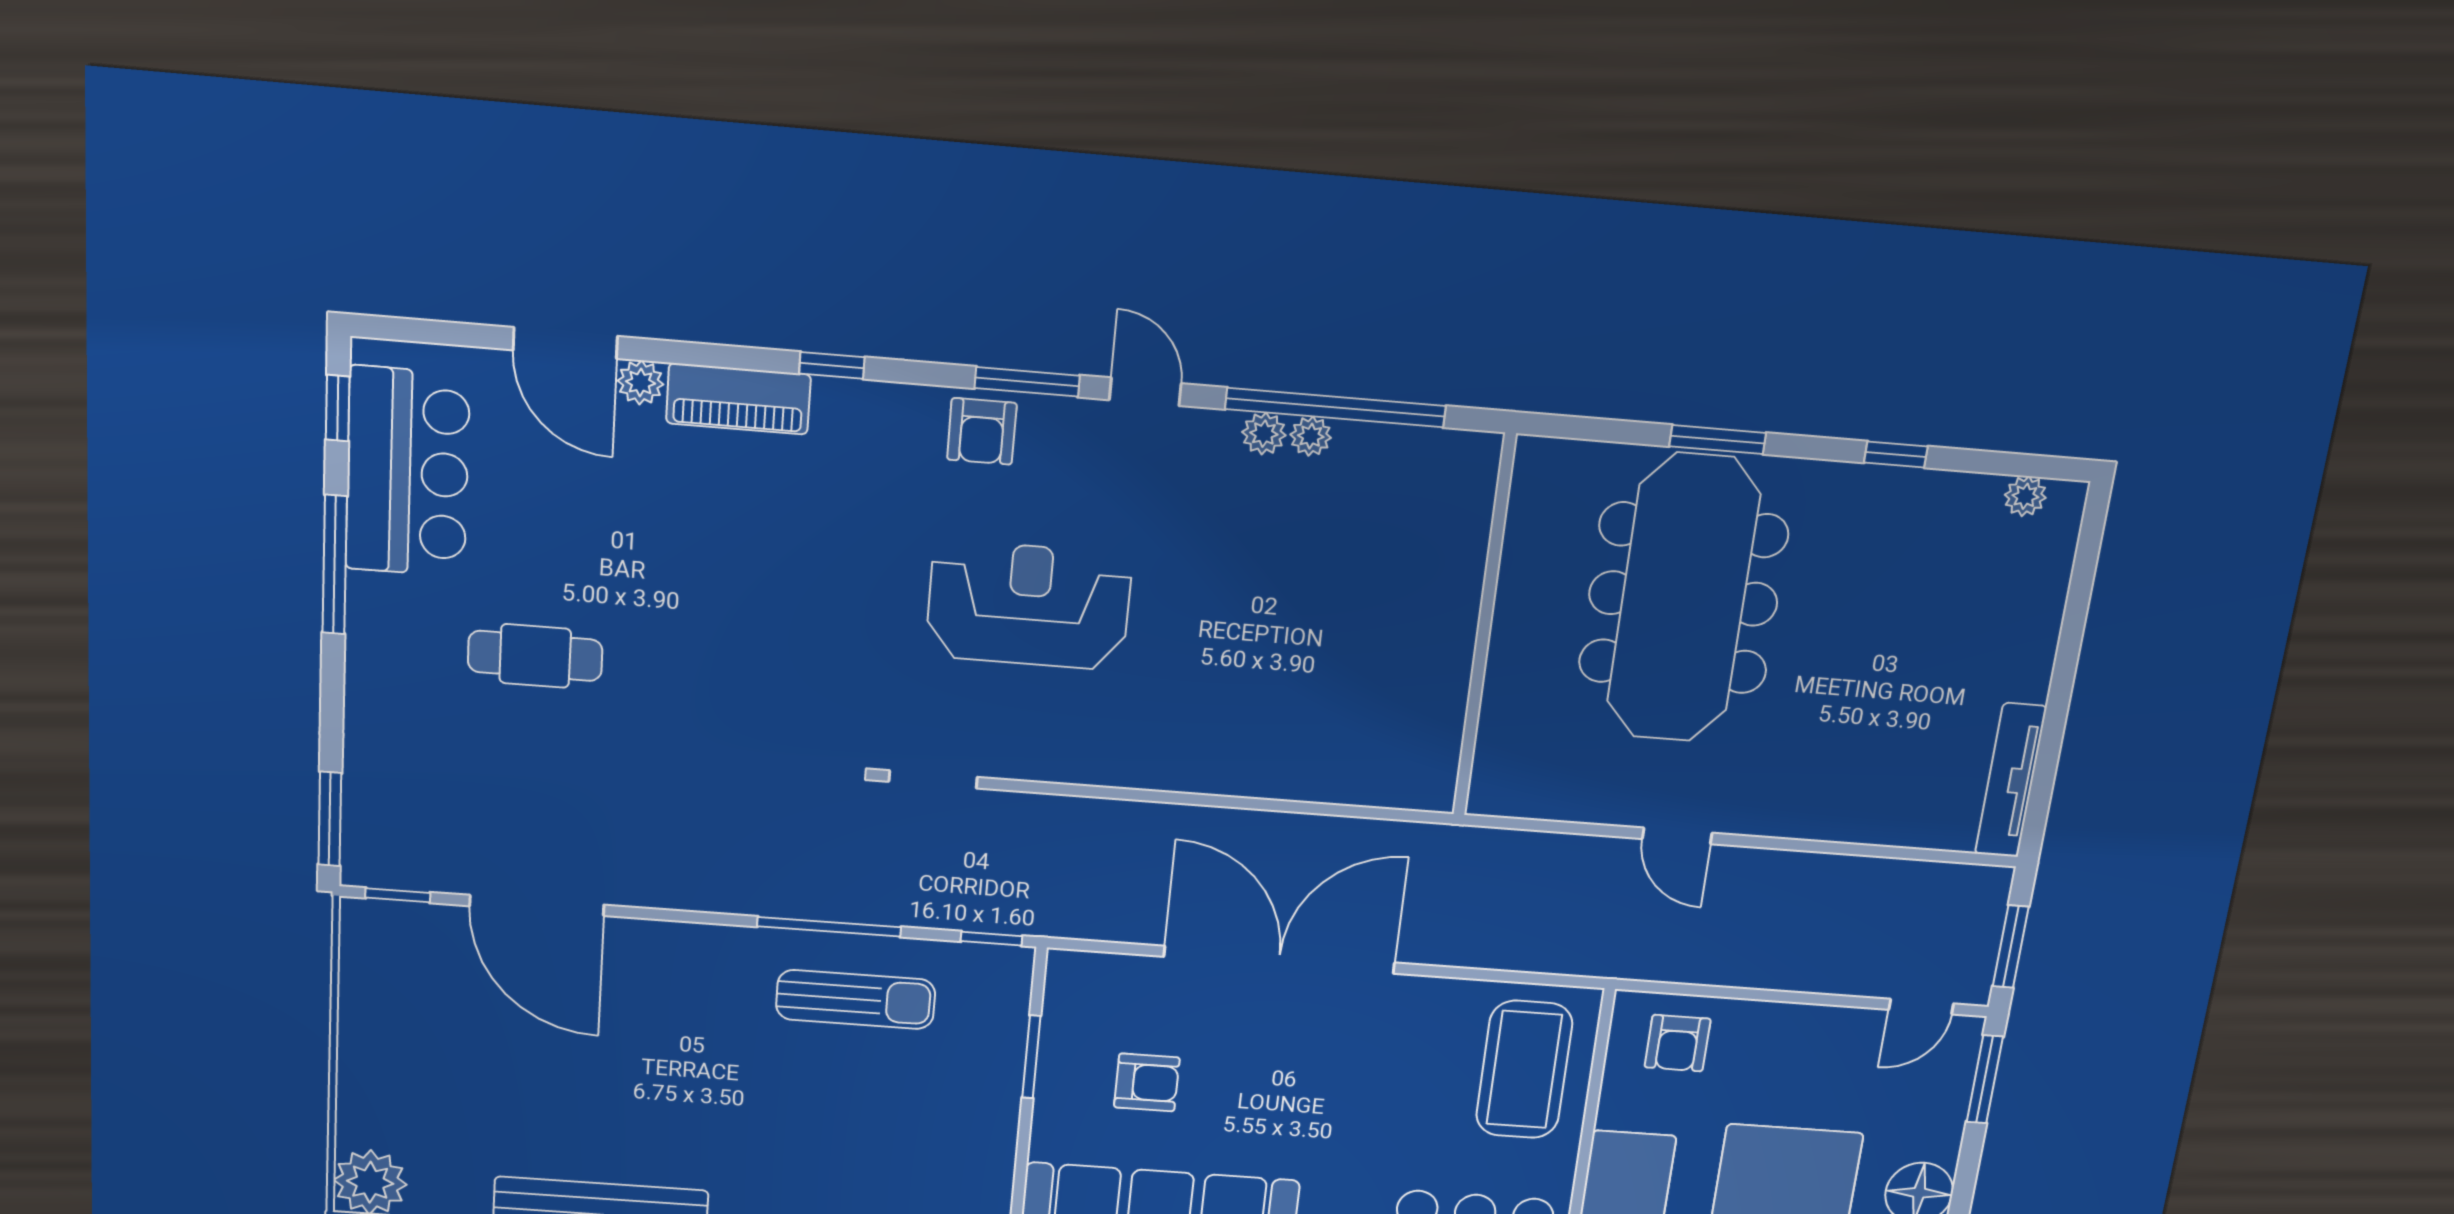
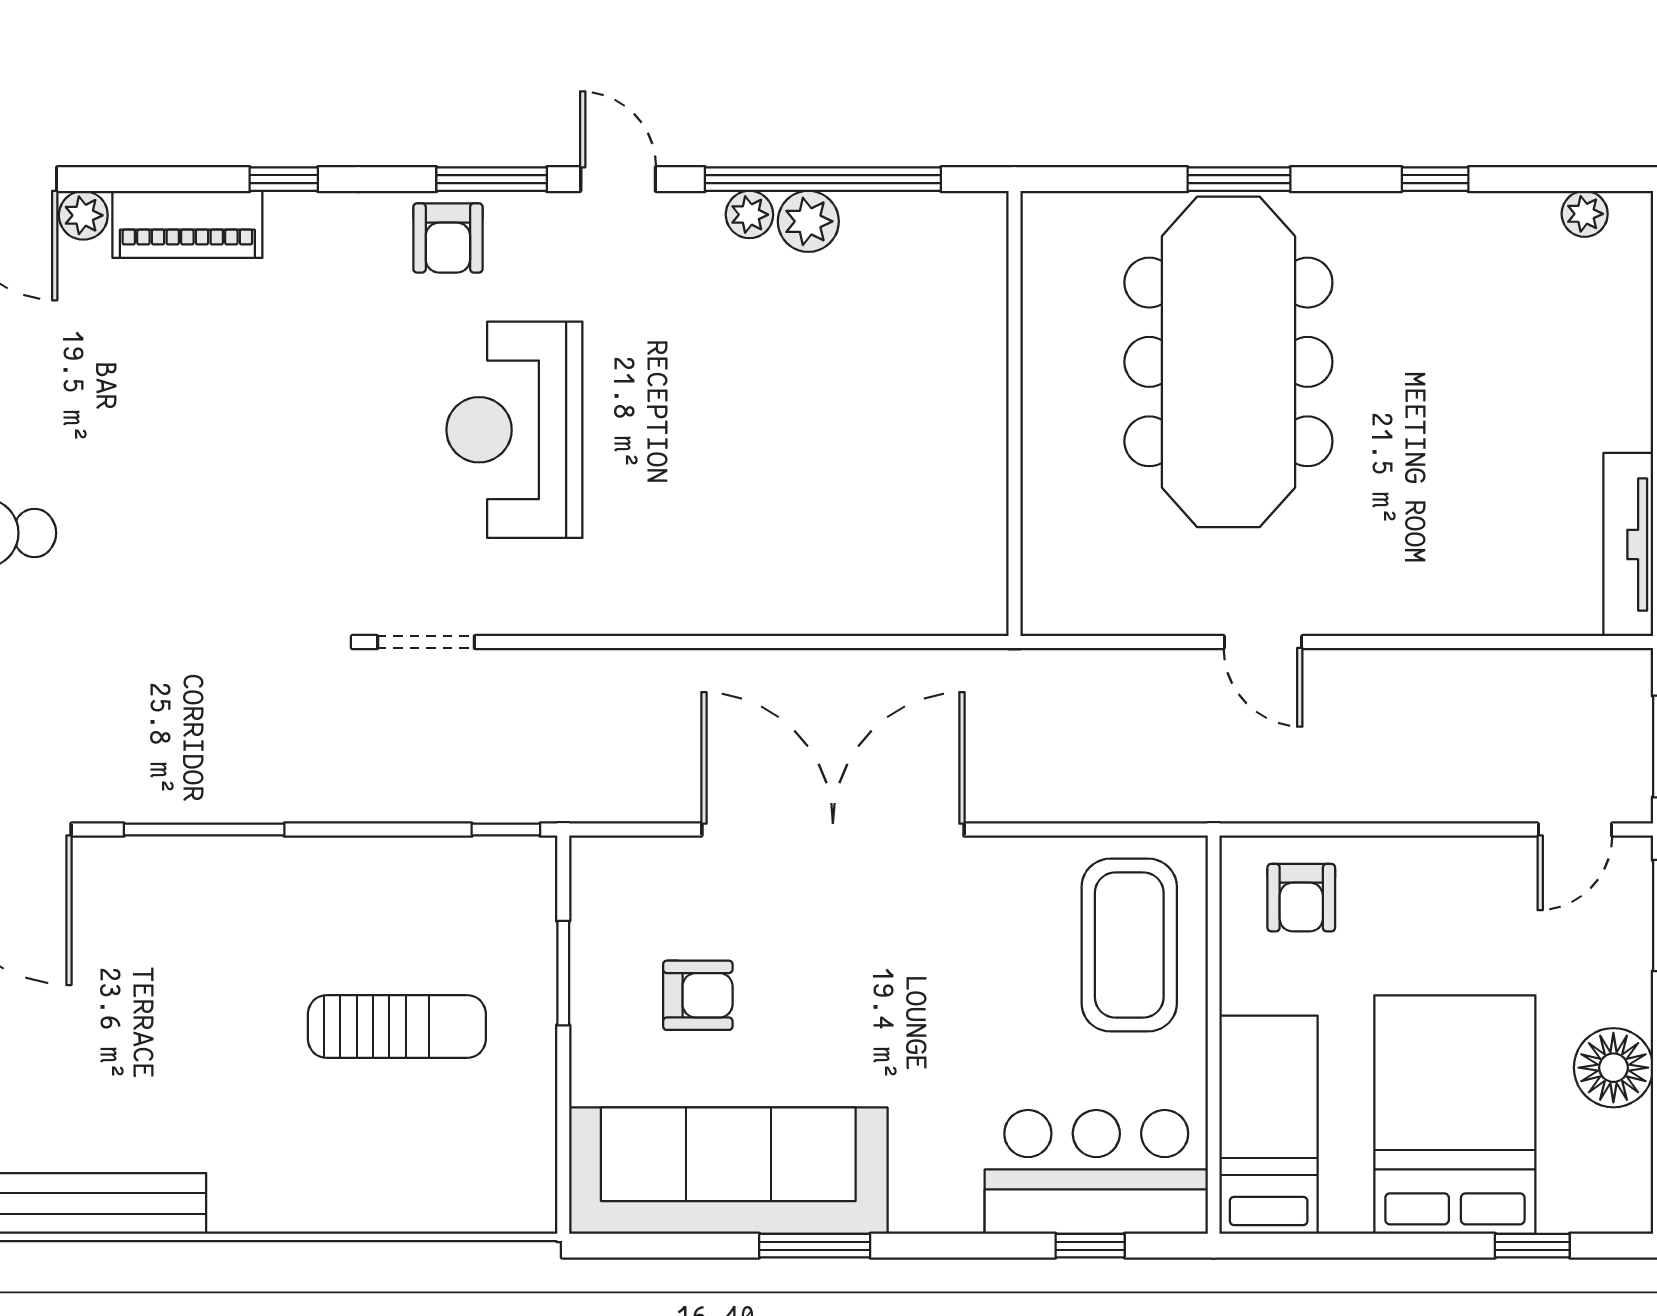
plant: (1311, 436) -> (808, 221), width x1.38, depth x1.38
reception desk: (1029, 605) -> (514, 430), turned -90
window: (829, 927) -> (204, 830), moved
sun lounger: (856, 999) -> (397, 1026), moved

